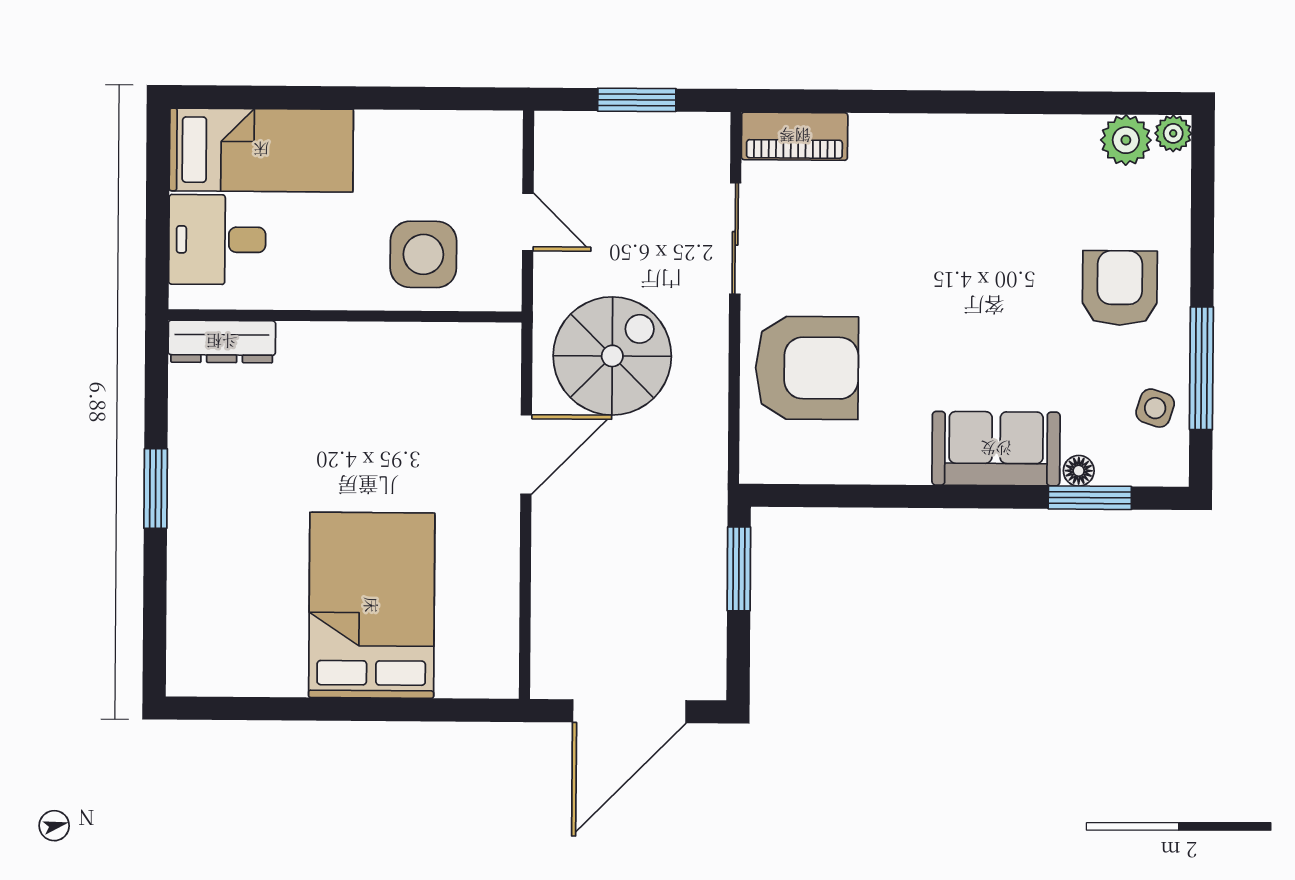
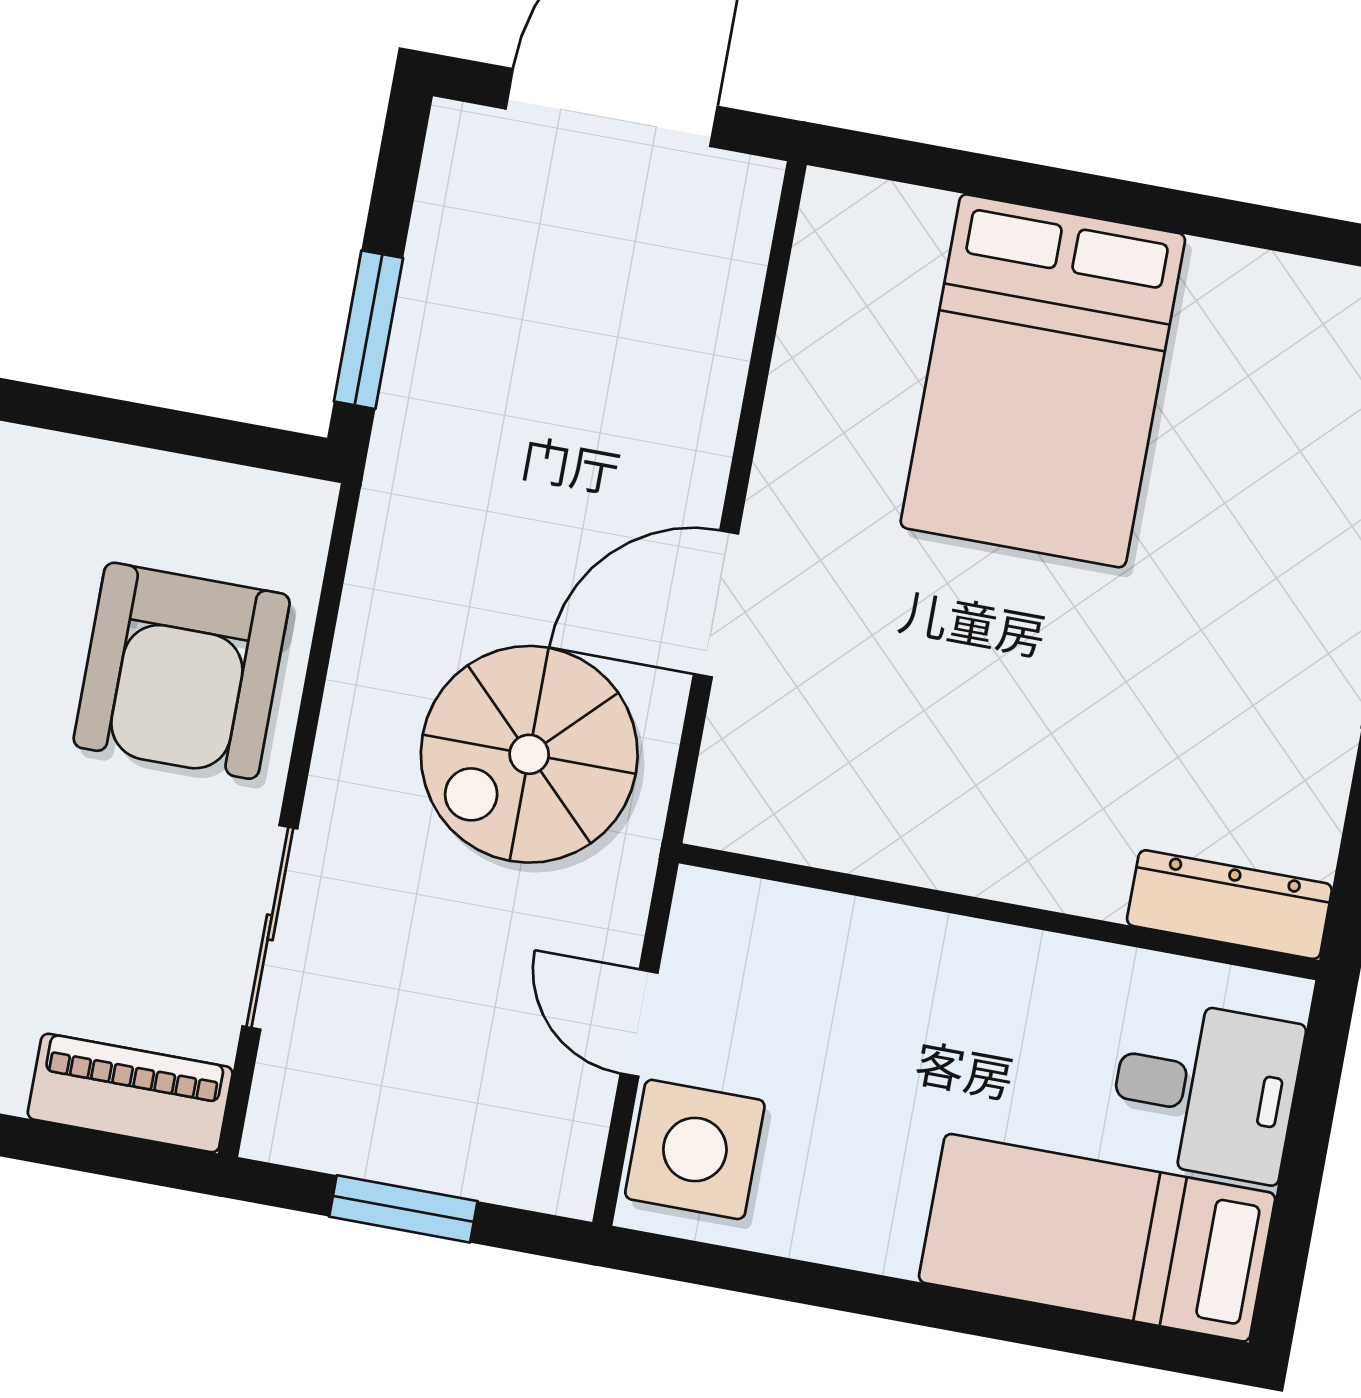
side table: (423, 254) -> (695, 1149), moved
armchair: (807, 368) -> (182, 671), turned -90

